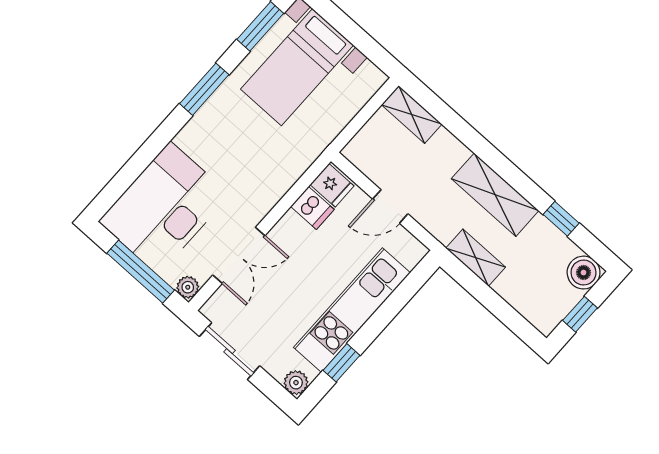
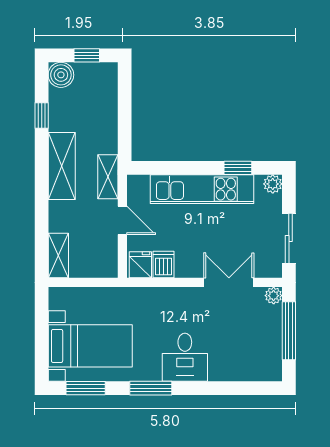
desk: (164, 208) -> (185, 357), moved, width x0.53, depth x0.77
shelving: (476, 258) -> (108, 177), moved

